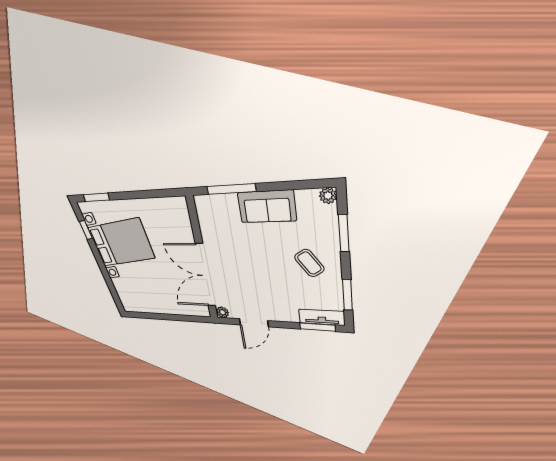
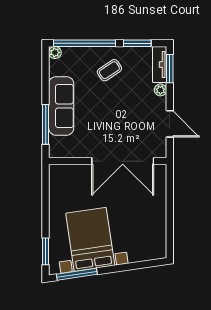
sofa: (267, 207) -> (61, 106), width x1.36
window: (86, 230) -> (77, 274), width x2.17
window: (344, 233) -> (84, 43), width x2.11
plant: (222, 312) -> (160, 90), moved

